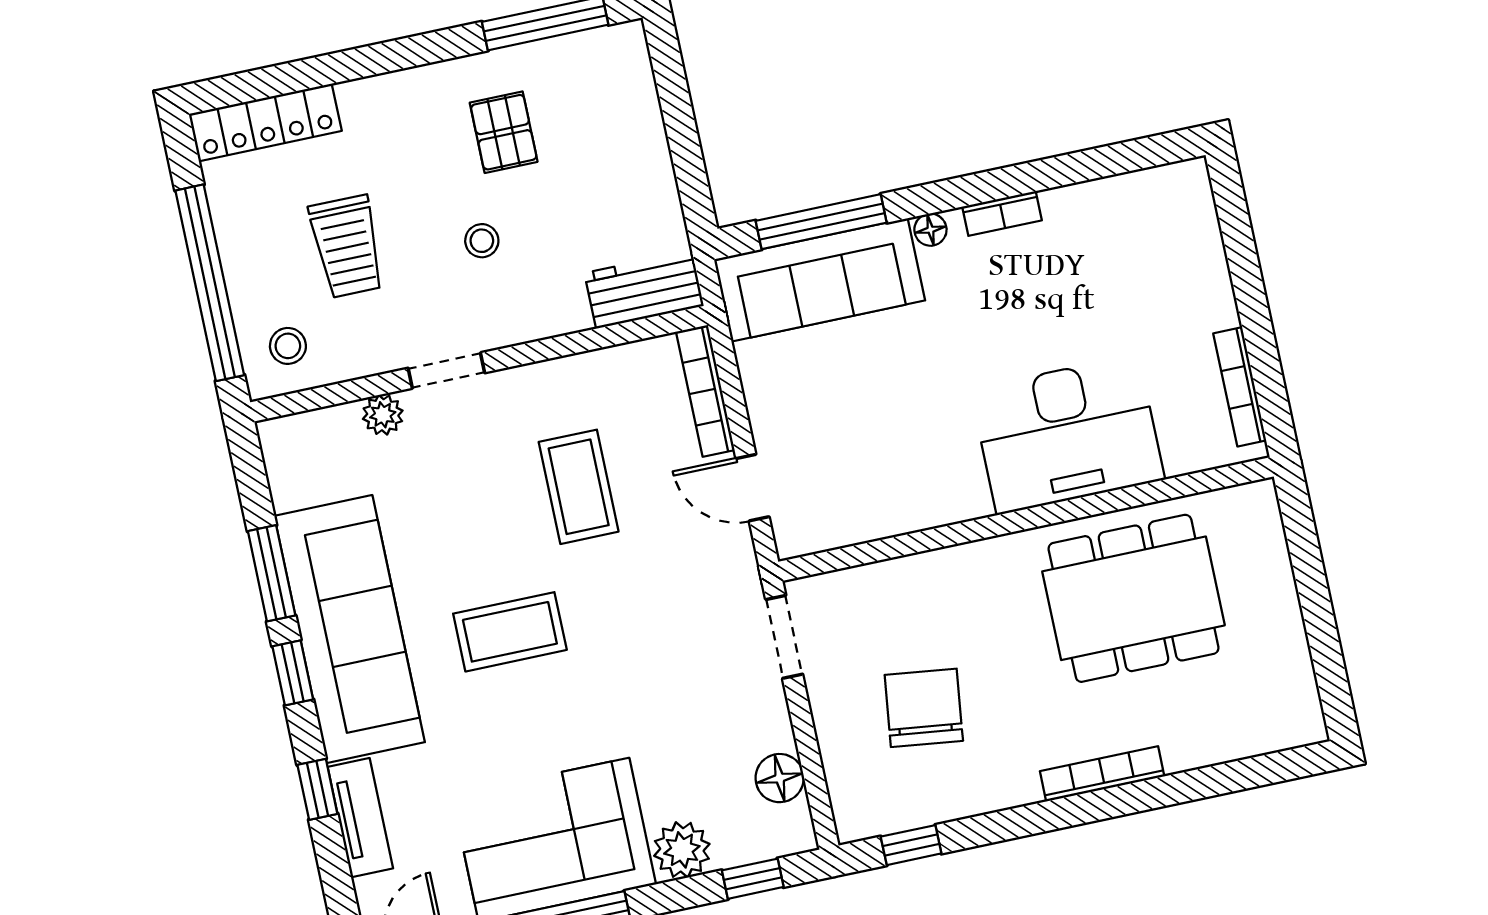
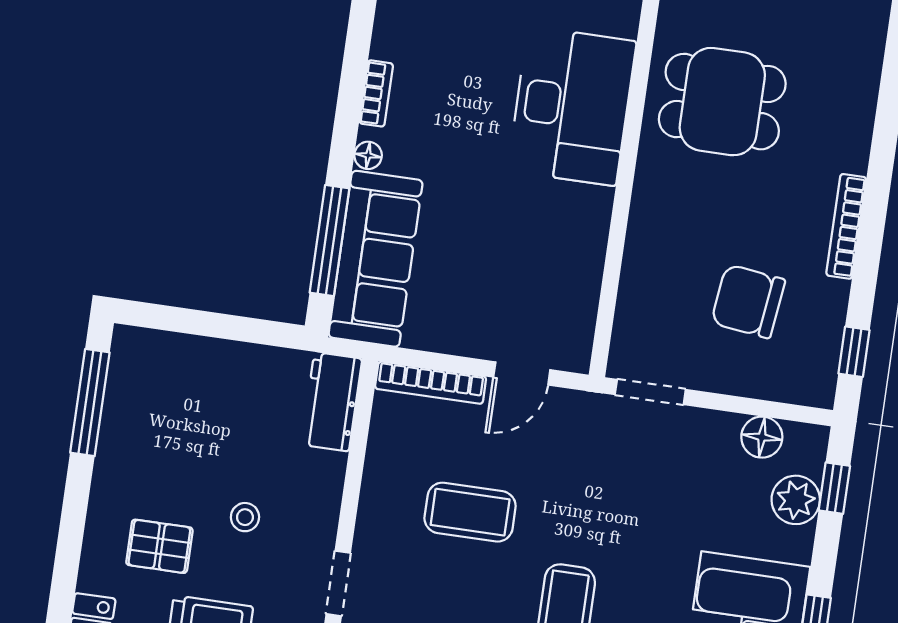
pallet: (504, 132) -> (159, 546), moved
dining table: (1134, 598) -> (722, 102), width x0.73
bookcase: (1102, 774) -> (846, 226), moved
plant: (682, 850) -> (796, 500), moved

